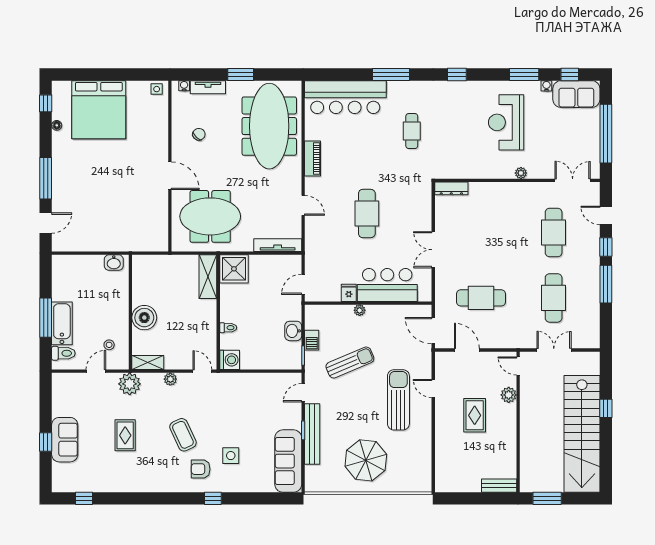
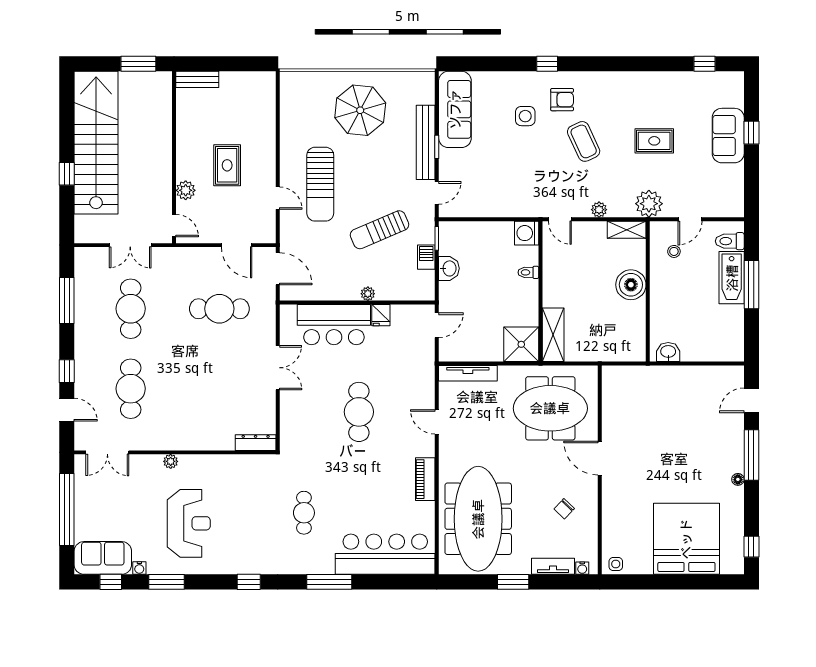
floor lamp: (57, 125) -> (738, 479), moved
window: (606, 284) -> (67, 301), moved
rug: (125, 435) -> (654, 141), turned 90

